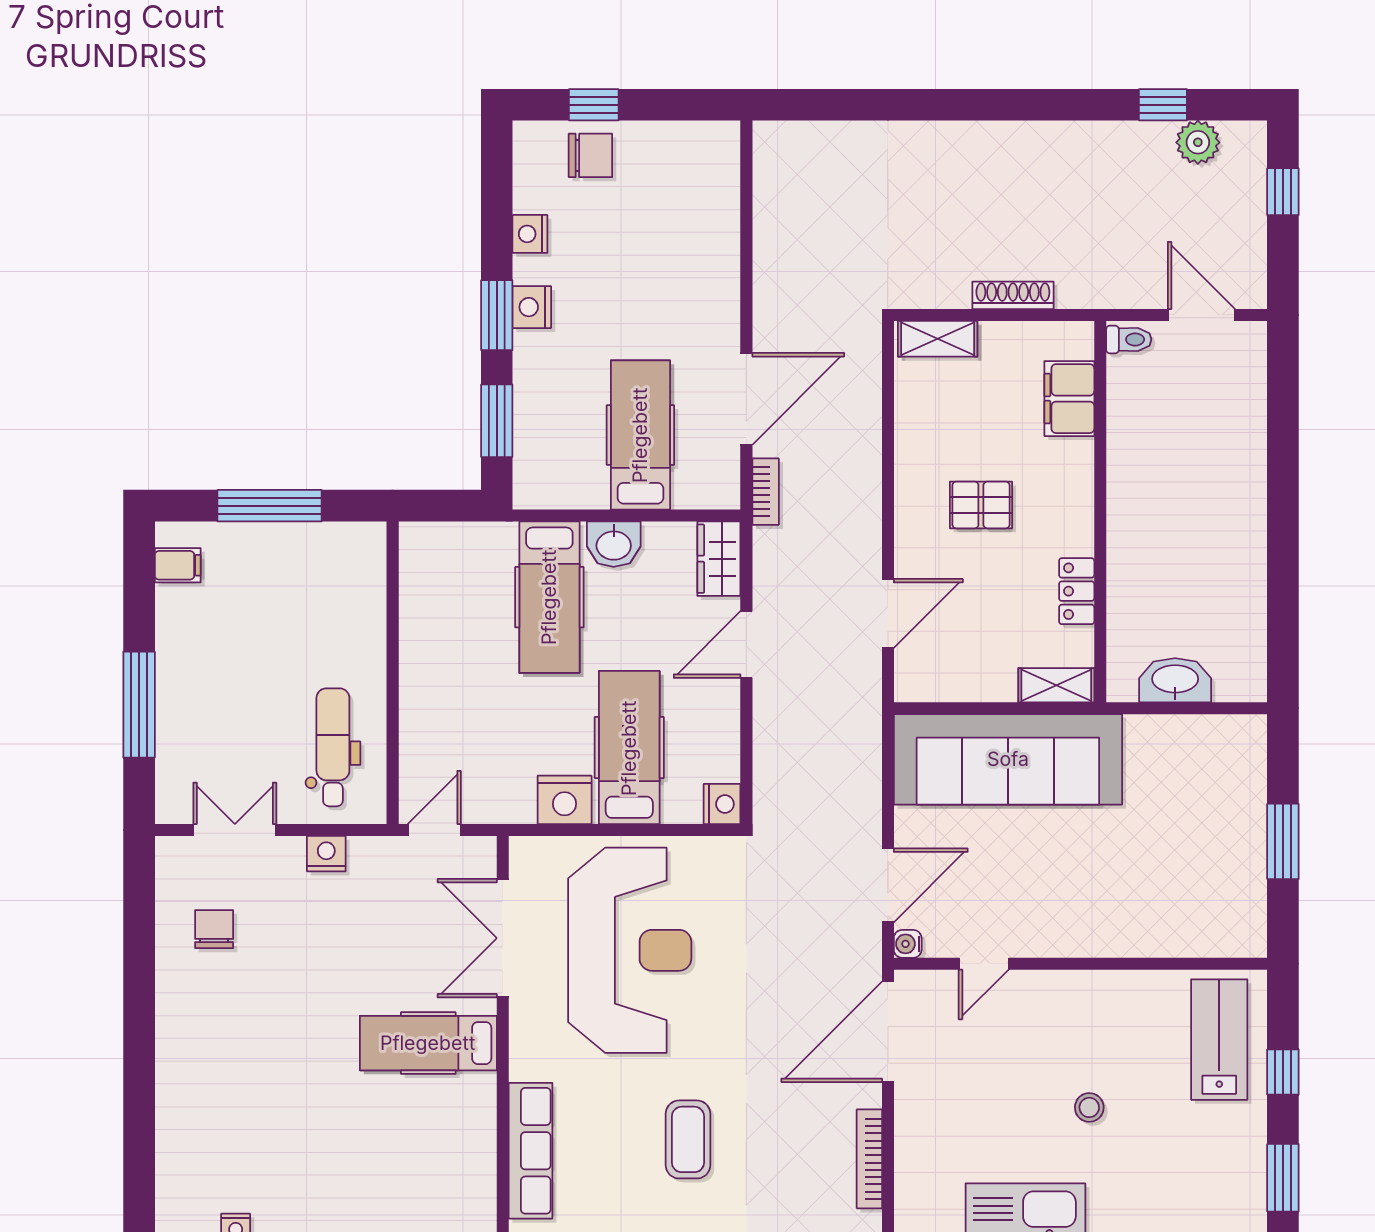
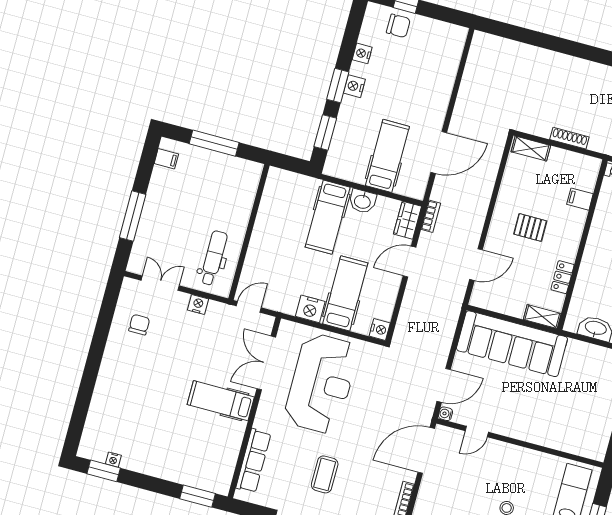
filing cabinet: (1069, 399) -> (580, 199), width x0.50
bookcase: (766, 492) -> (431, 216), moved

